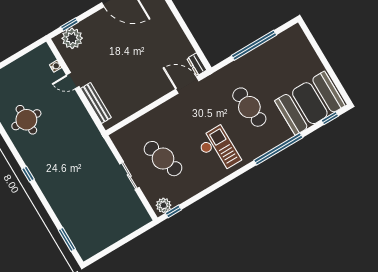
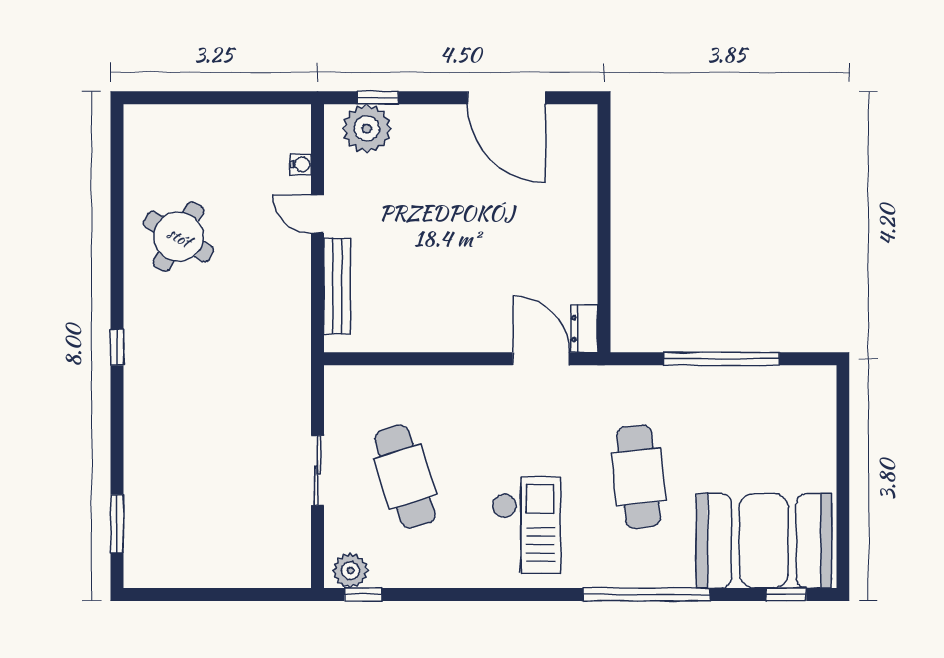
round table: (26, 120) -> (179, 237), turned 31

